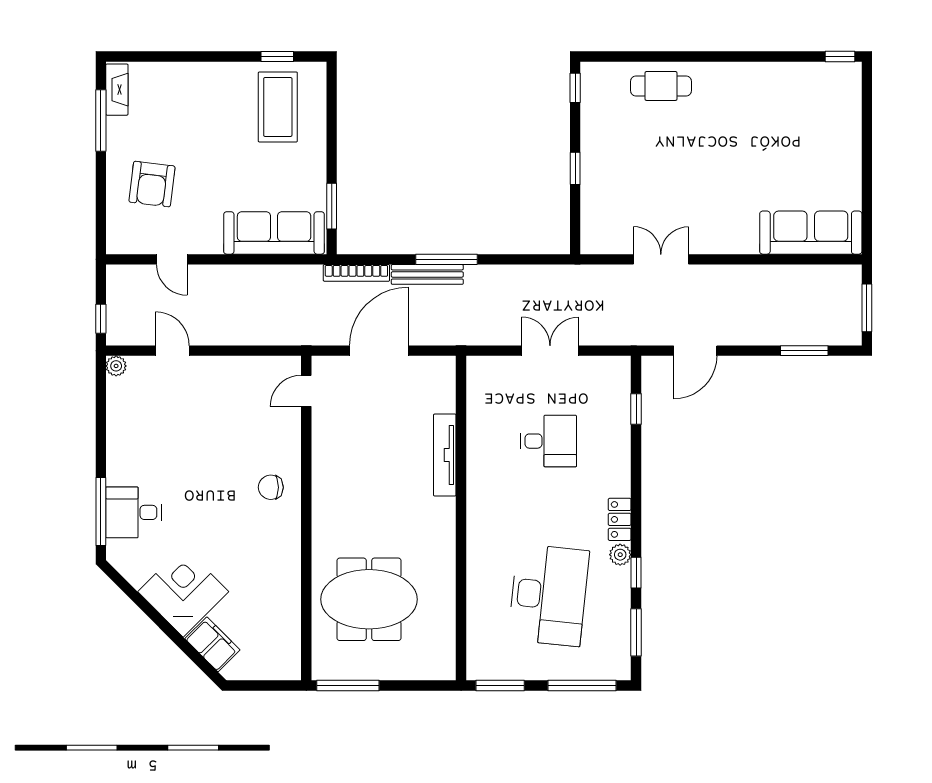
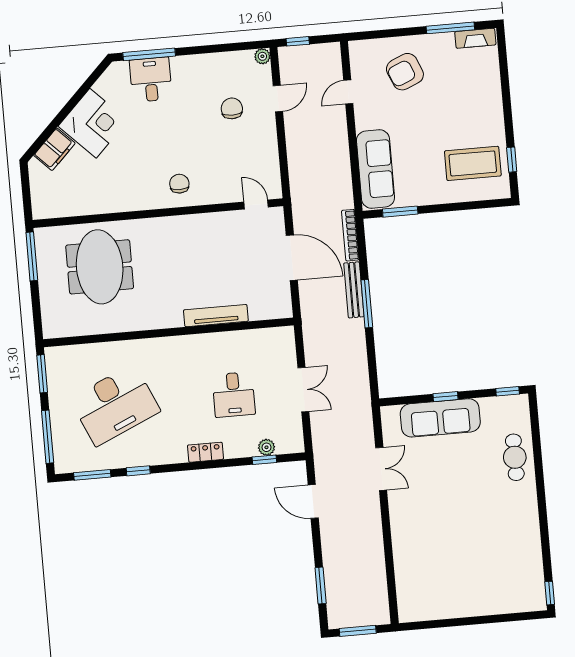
armchair: (152, 184) -> (405, 72), turned -30
sofa: (811, 233) -> (440, 418), moved, turned 90
chair: (180, 411) -> (232, 108), added
locker: (620, 519) -> (205, 452), moved
plant: (620, 555) -> (266, 447), moved
desk: (549, 595) -> (115, 405), turned -30

